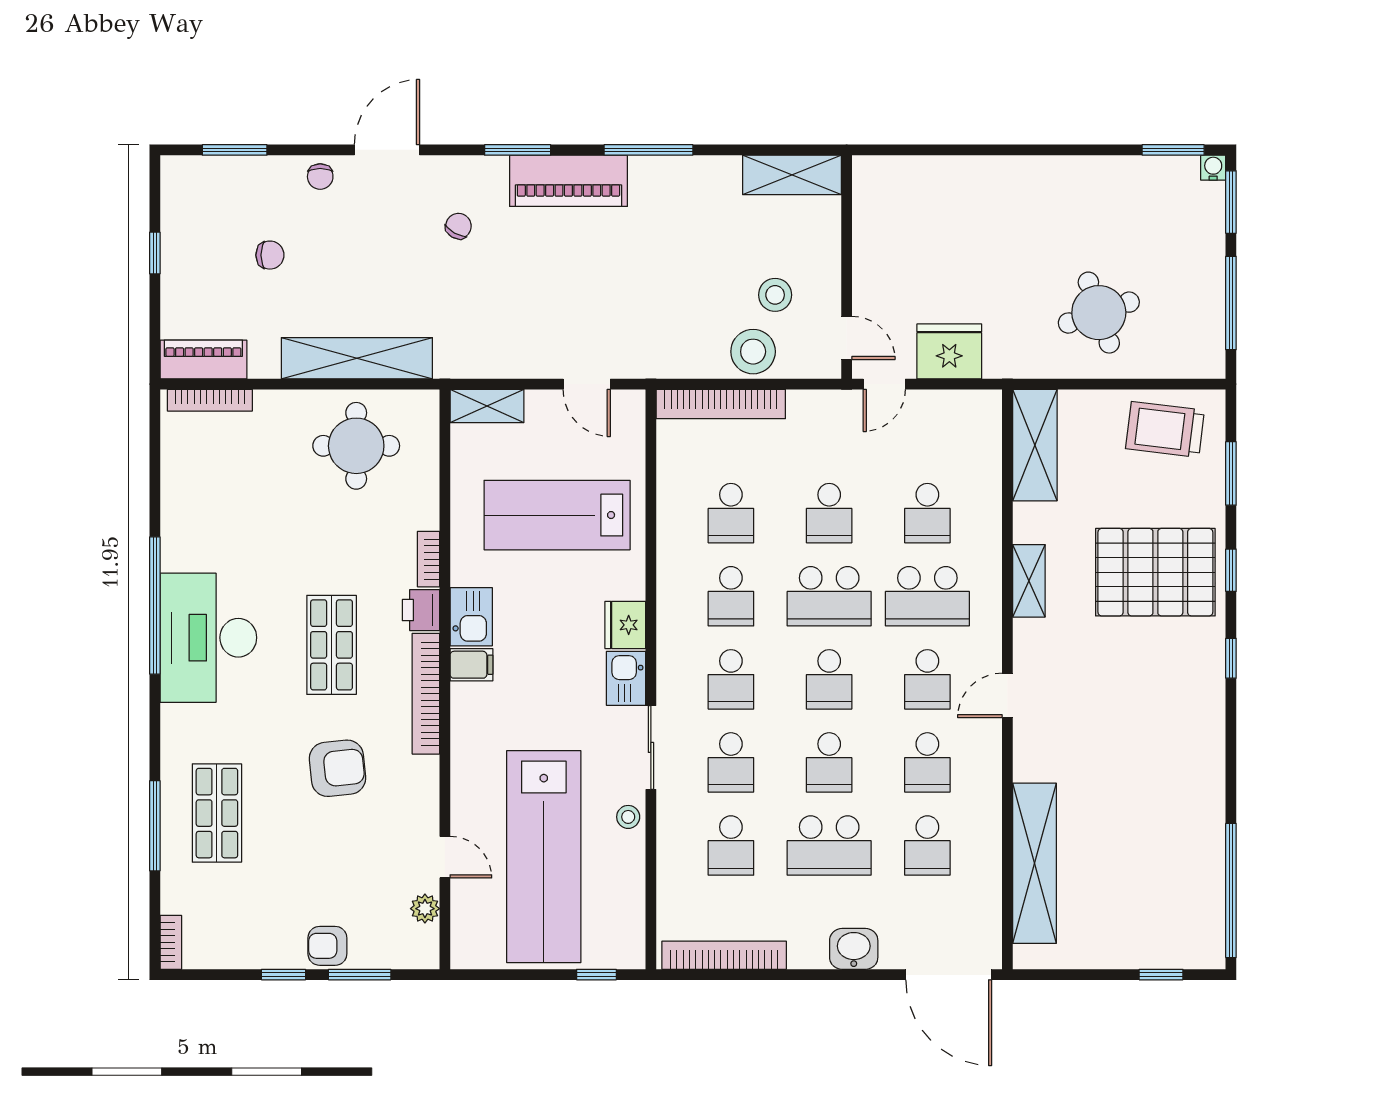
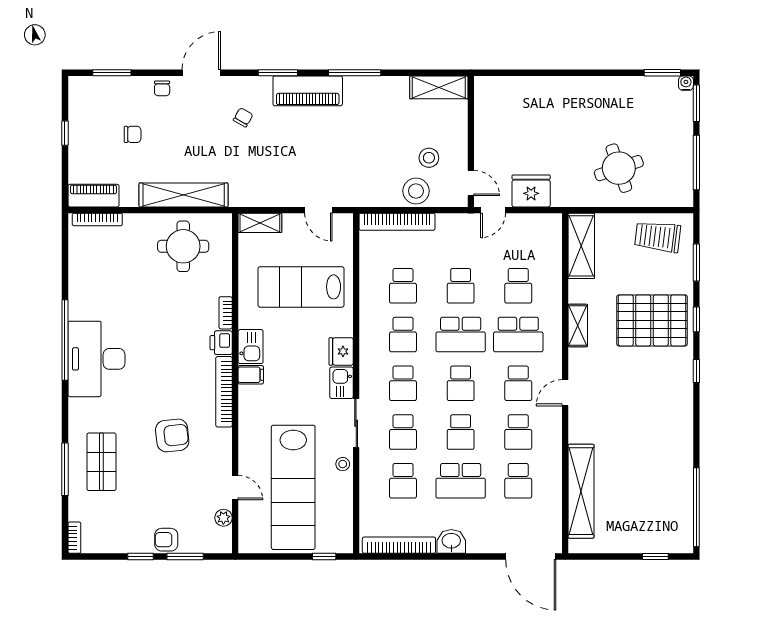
shop shelf: (332, 645) -> (169, 363), removed
washbasin: (854, 949) -> (451, 541), moved

